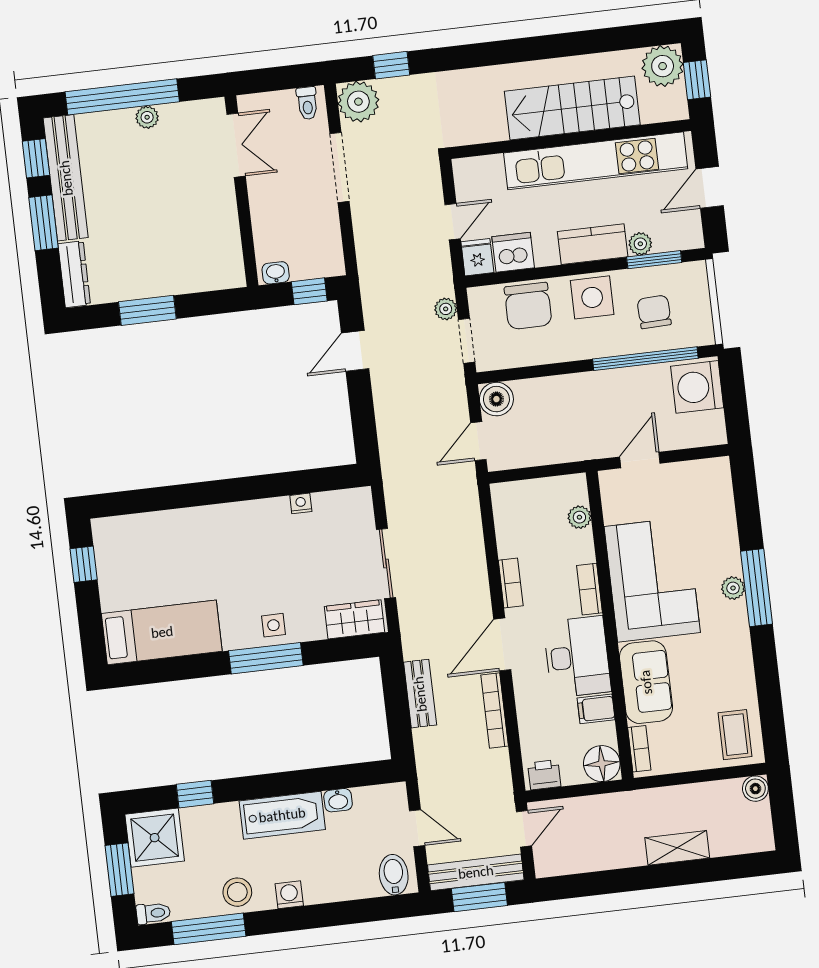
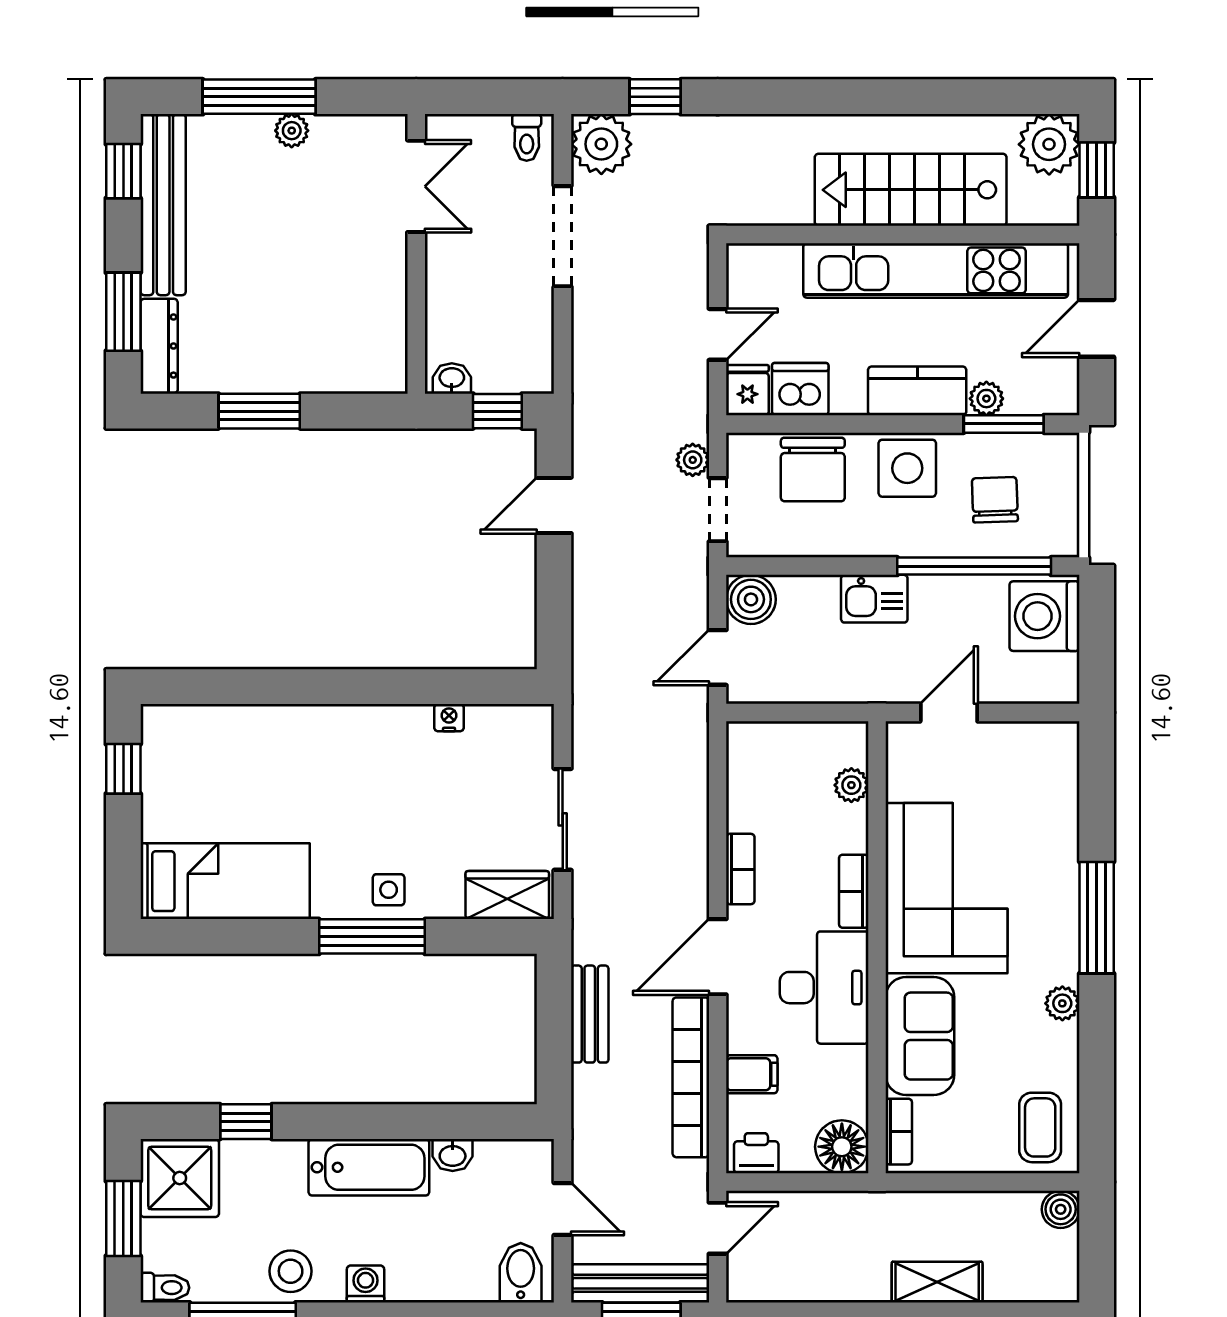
window: (122, 97) -> (259, 97), width x0.68
window: (44, 223) -> (123, 312), moved
kitchen sink: (580, 389) -> (874, 599), added
plant: (733, 588) -> (1062, 1003), moved
filing cabinet: (596, 709) -> (752, 1074), moved, turned 180
bookcase: (495, 710) -> (691, 1077), width x1.48, depth x1.31

